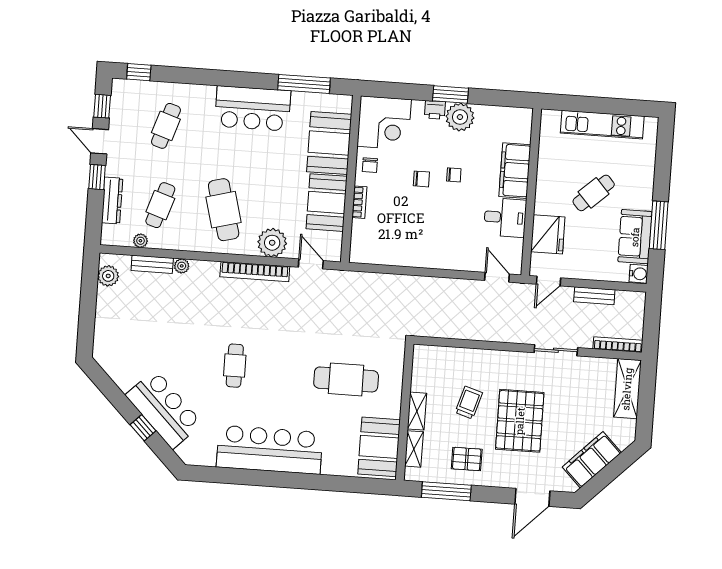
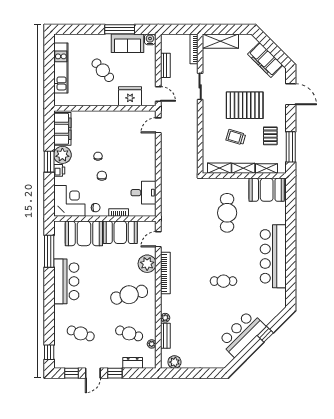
filing cabinet: (515, 171) -> (62, 129), moved, turned -90
dresser: (112, 200) -> (133, 363), width x0.70
desk: (505, 217) -> (144, 193), moved, turned 90
shelving: (420, 372) -> (219, 168), added
bar counter: (164, 409) -> (242, 334), moved

